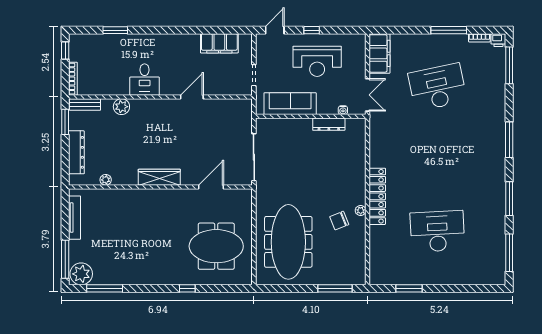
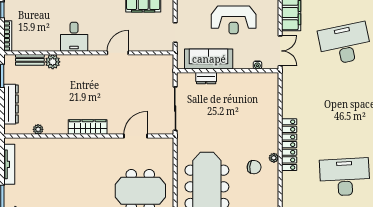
bench: (85, 104) -> (30, 60), moved
dresser: (329, 124) -> (206, 78), moved, width x0.70
chair: (339, 221) -> (254, 167), turned -153

